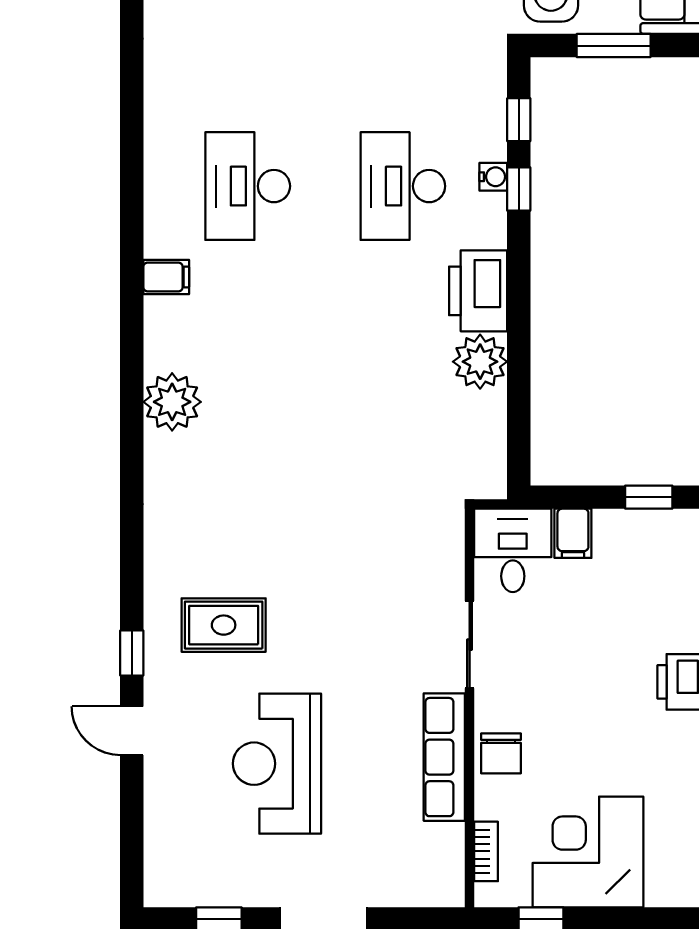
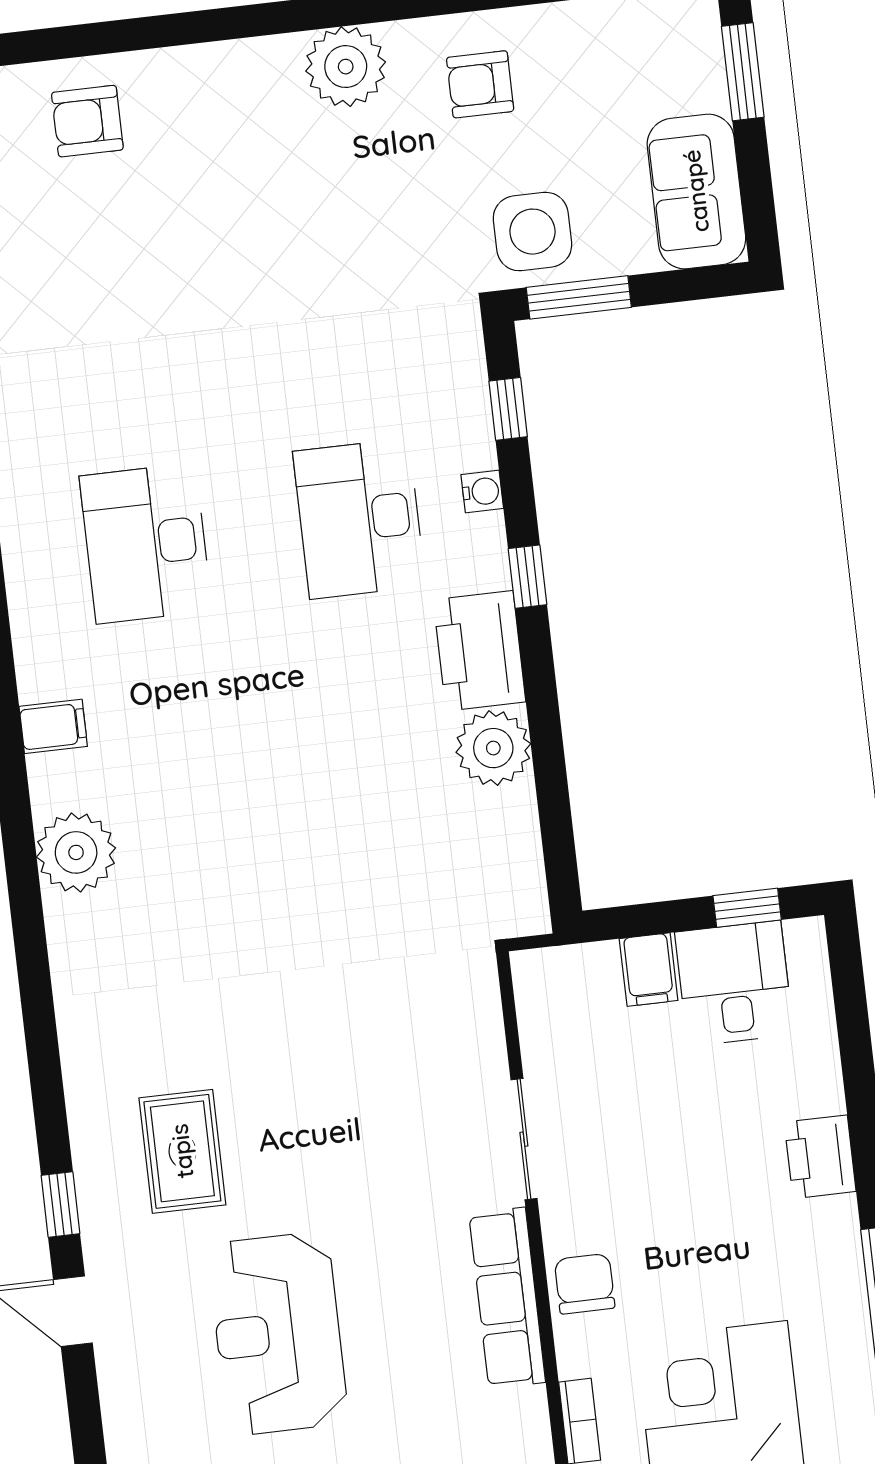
window: (614, 46) -> (579, 297), moved
window: (519, 189) -> (528, 577), moved
filing cabinet: (166, 277) -> (53, 726), moved
desk: (513, 550) -> (734, 983), moved
rug: (224, 625) -> (182, 1151), turned 90
chair: (501, 753) -> (585, 1284), turned 180

